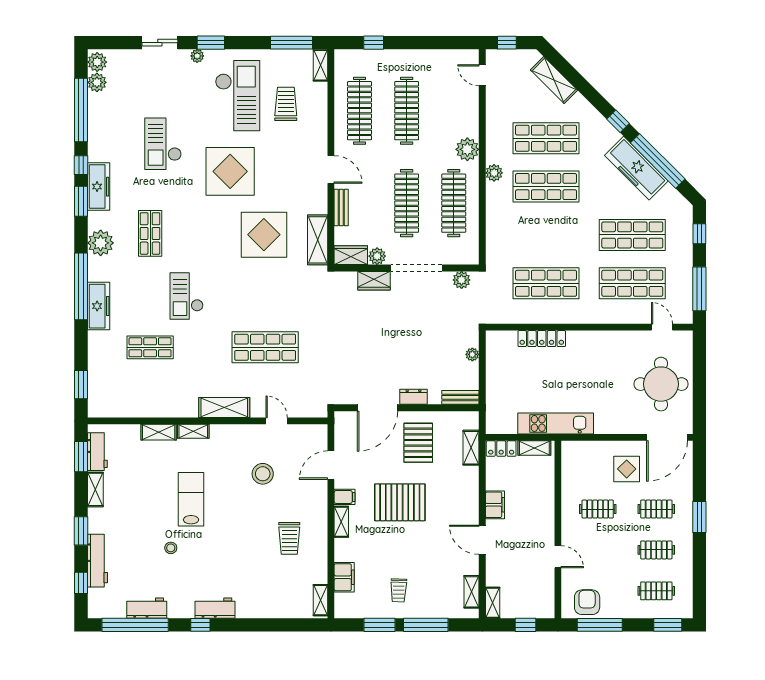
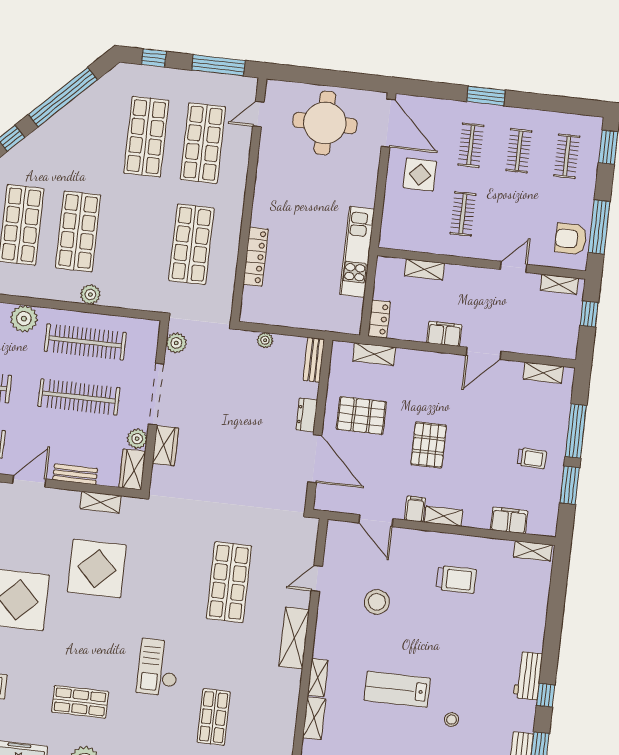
freezer: (636, 168) -> (68, 123), removed
plant: (494, 173) -> (90, 294), moved
shelving: (318, 240) -> (101, 502), width x0.67, depth x0.75
checkout: (187, 296) -> (158, 667), turned 90
shelving: (534, 448) -> (424, 269), moved, turned 90
pallet: (400, 502) -> (429, 445), width x0.73, depth x0.71
shelving: (493, 603) -> (559, 284), moved

